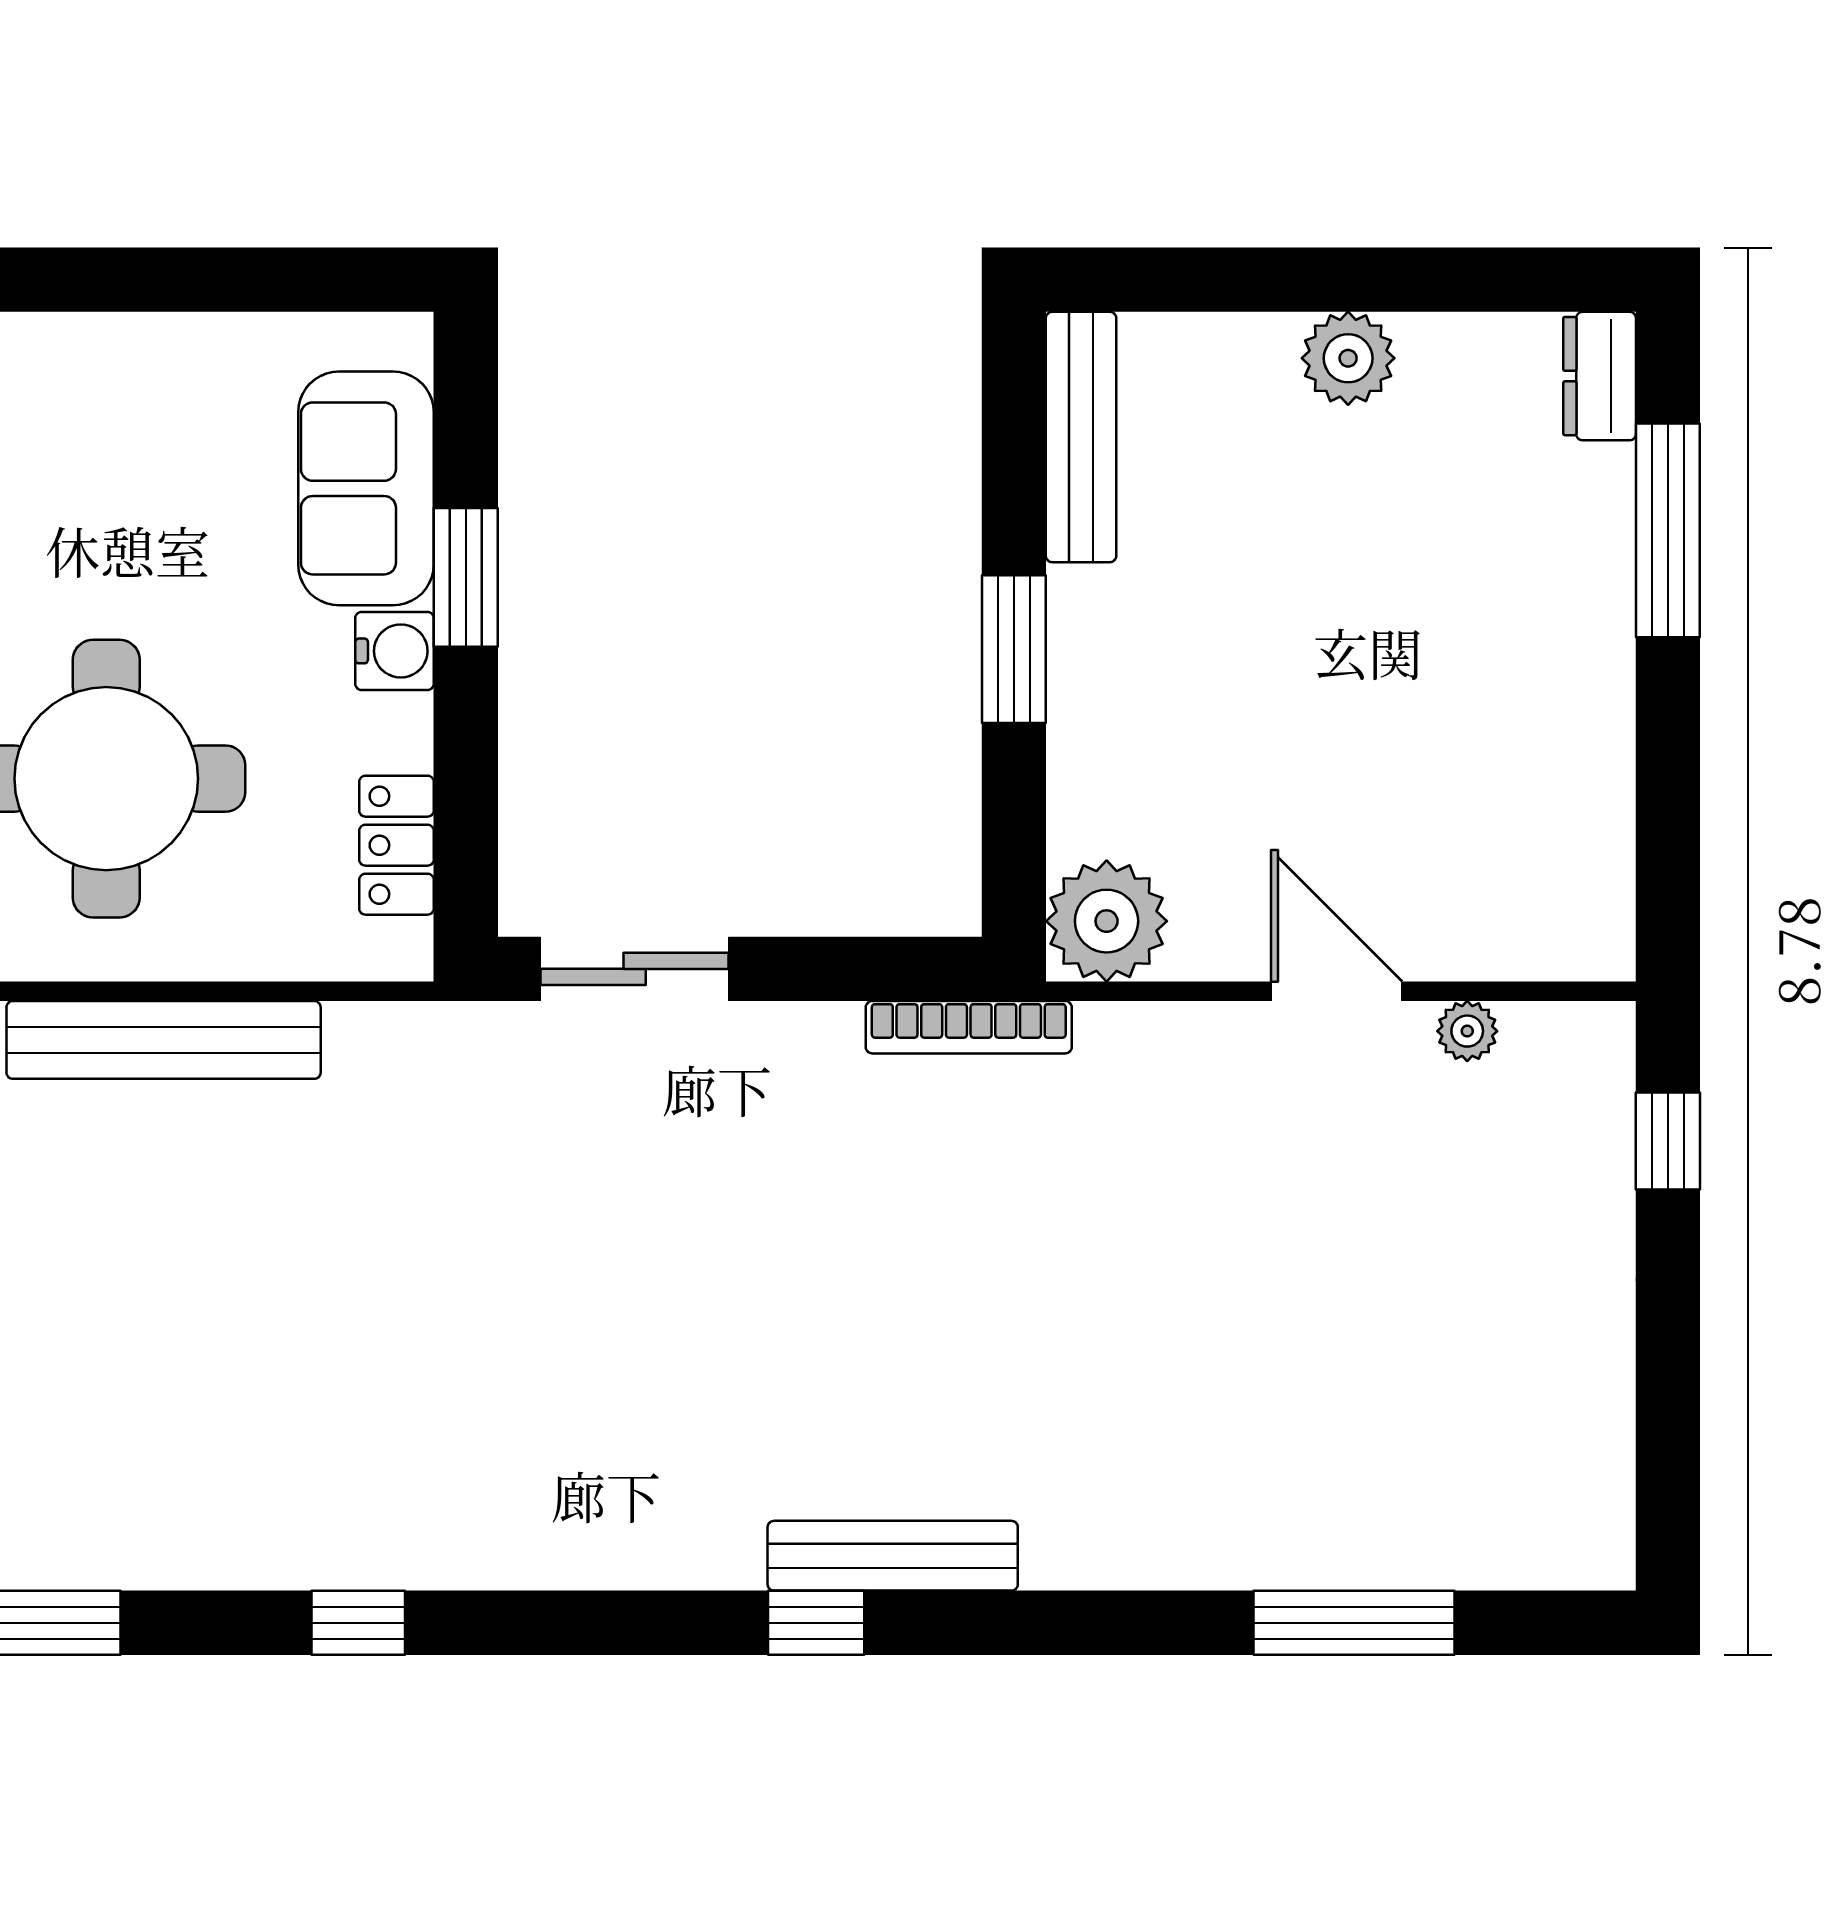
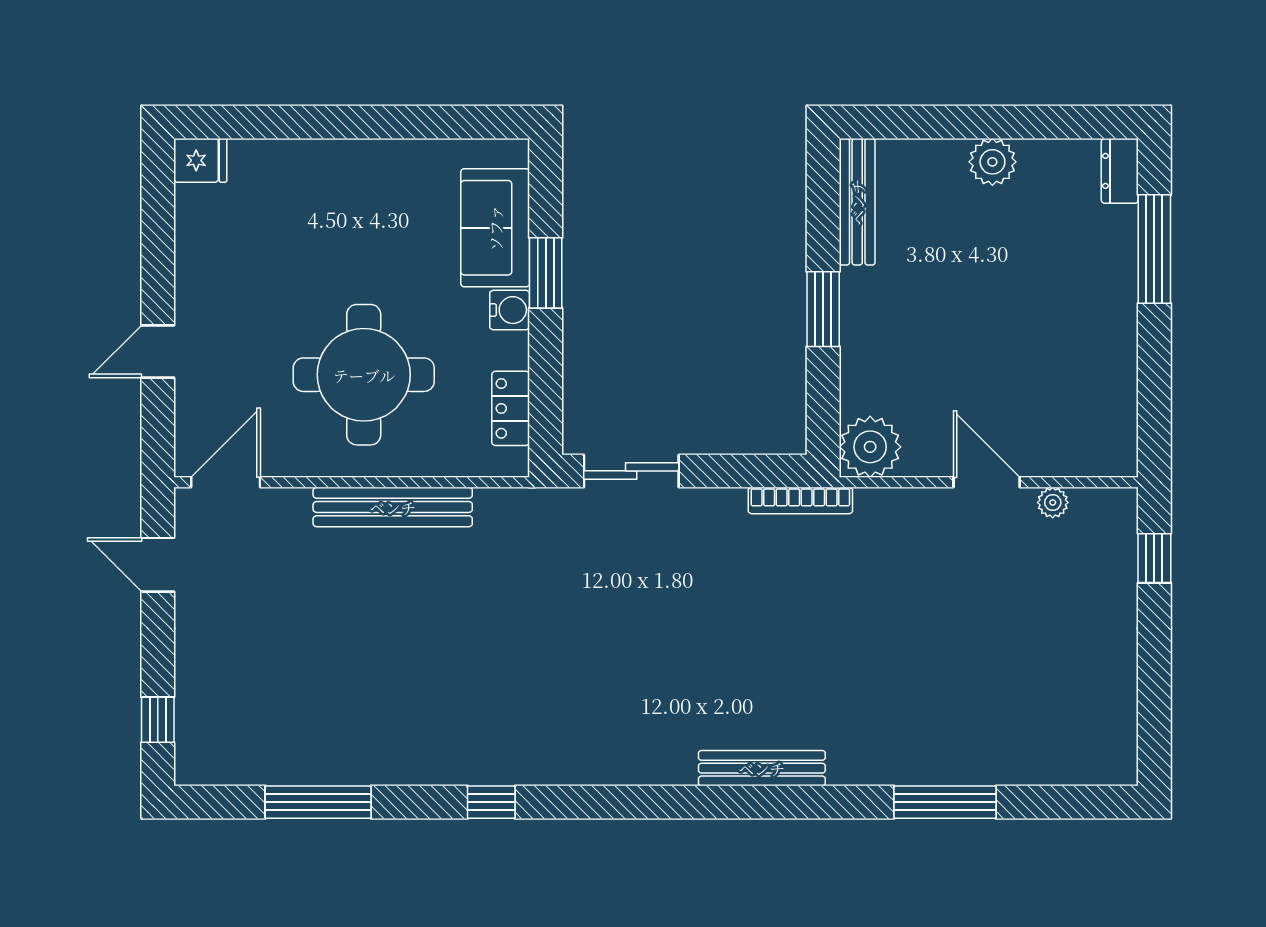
window: (816, 1623) -> (723, 802), removed
window: (1354, 1623) -> (945, 802), moved

